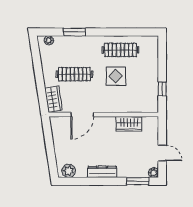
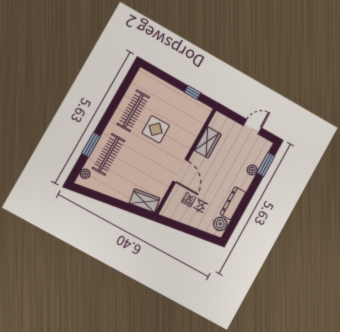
clothes rail: (74, 74) -> (108, 154), moved
door: (82, 115) -> (180, 171), moved
dresser: (102, 172) -> (233, 203), moved
plant: (153, 173) -> (252, 170), moved

